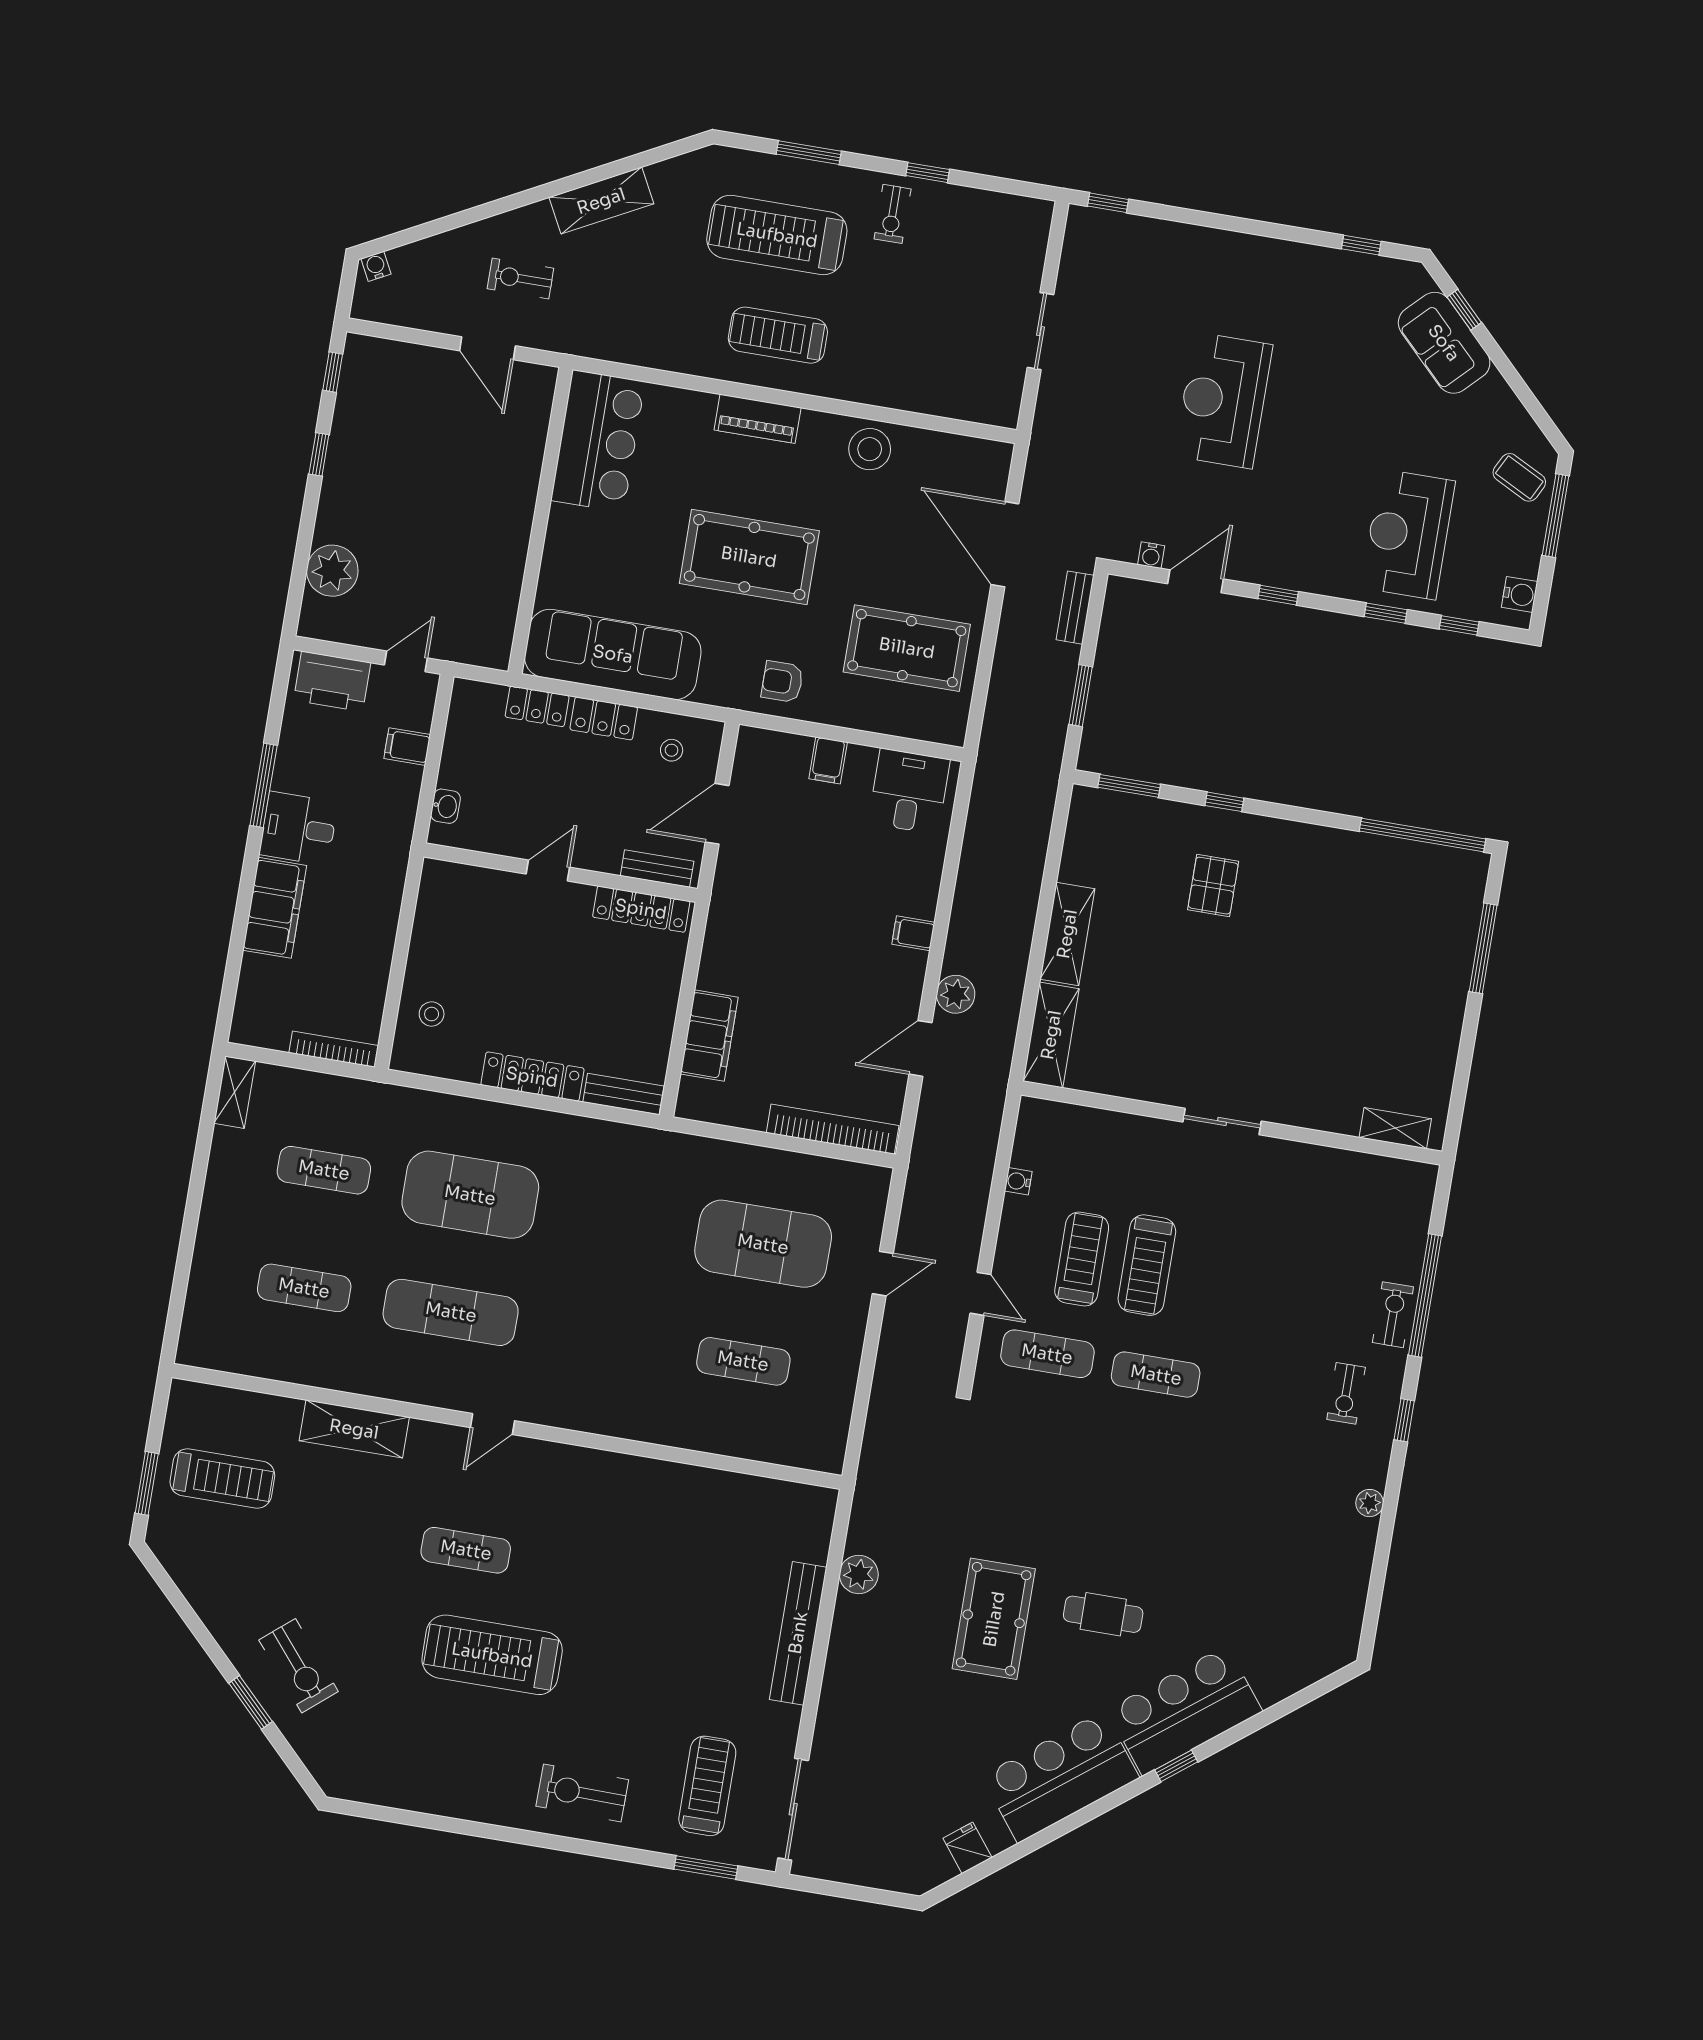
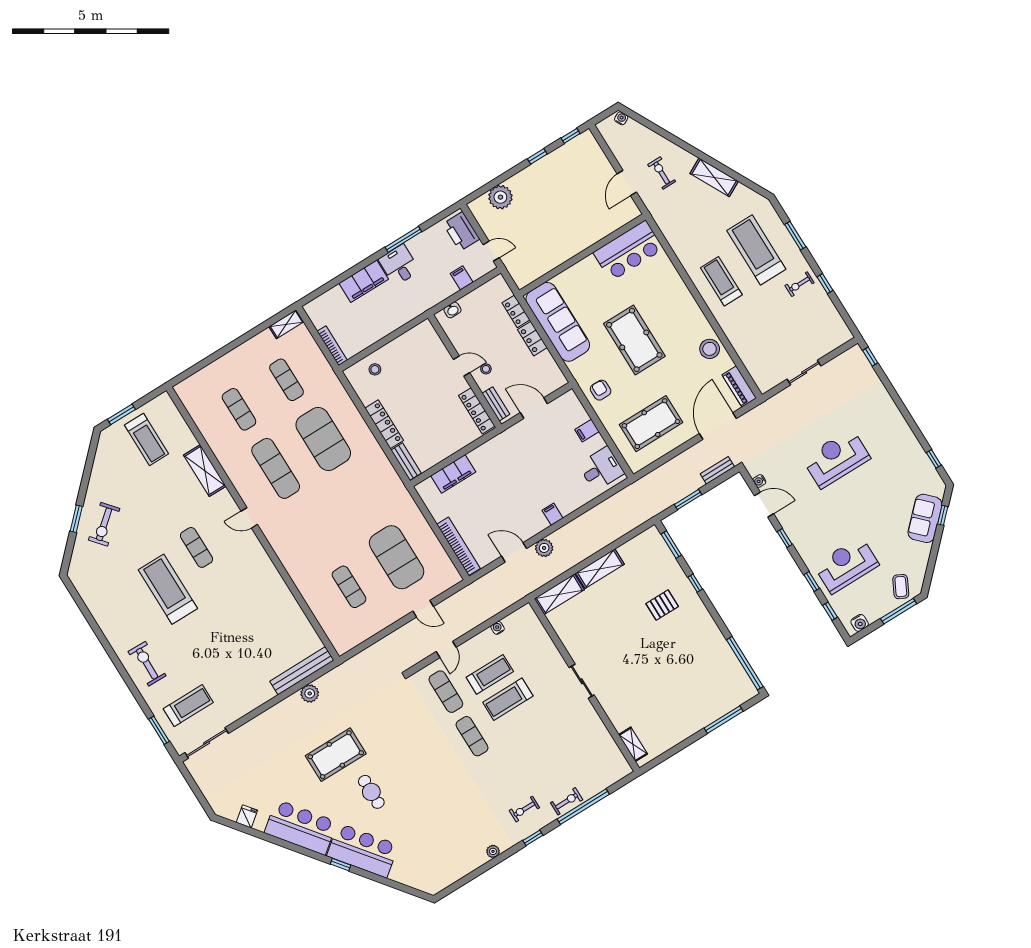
piano: (758, 419) -> (739, 386), moved
pool table: (907, 648) -> (651, 424), turned 90
stool: (672, 750) -> (486, 369), moved
bench: (798, 1633) -> (302, 671), moved

